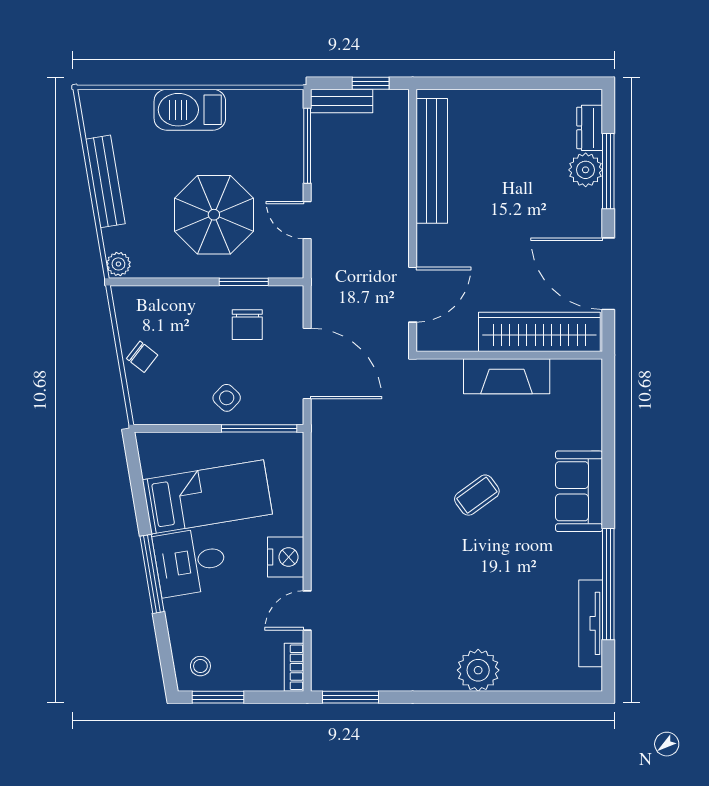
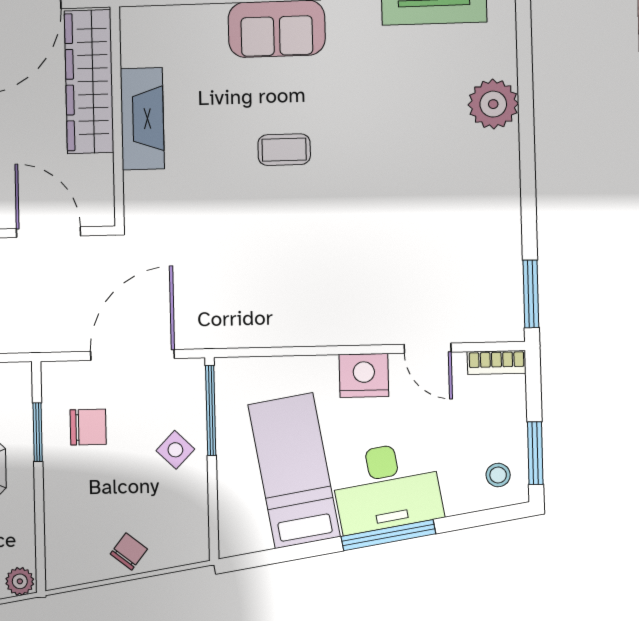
coffee table: (477, 495) -> (284, 150), turned -54
desk: (190, 562) -> (386, 487), width x1.37
plant: (478, 670) -> (493, 104), moved

